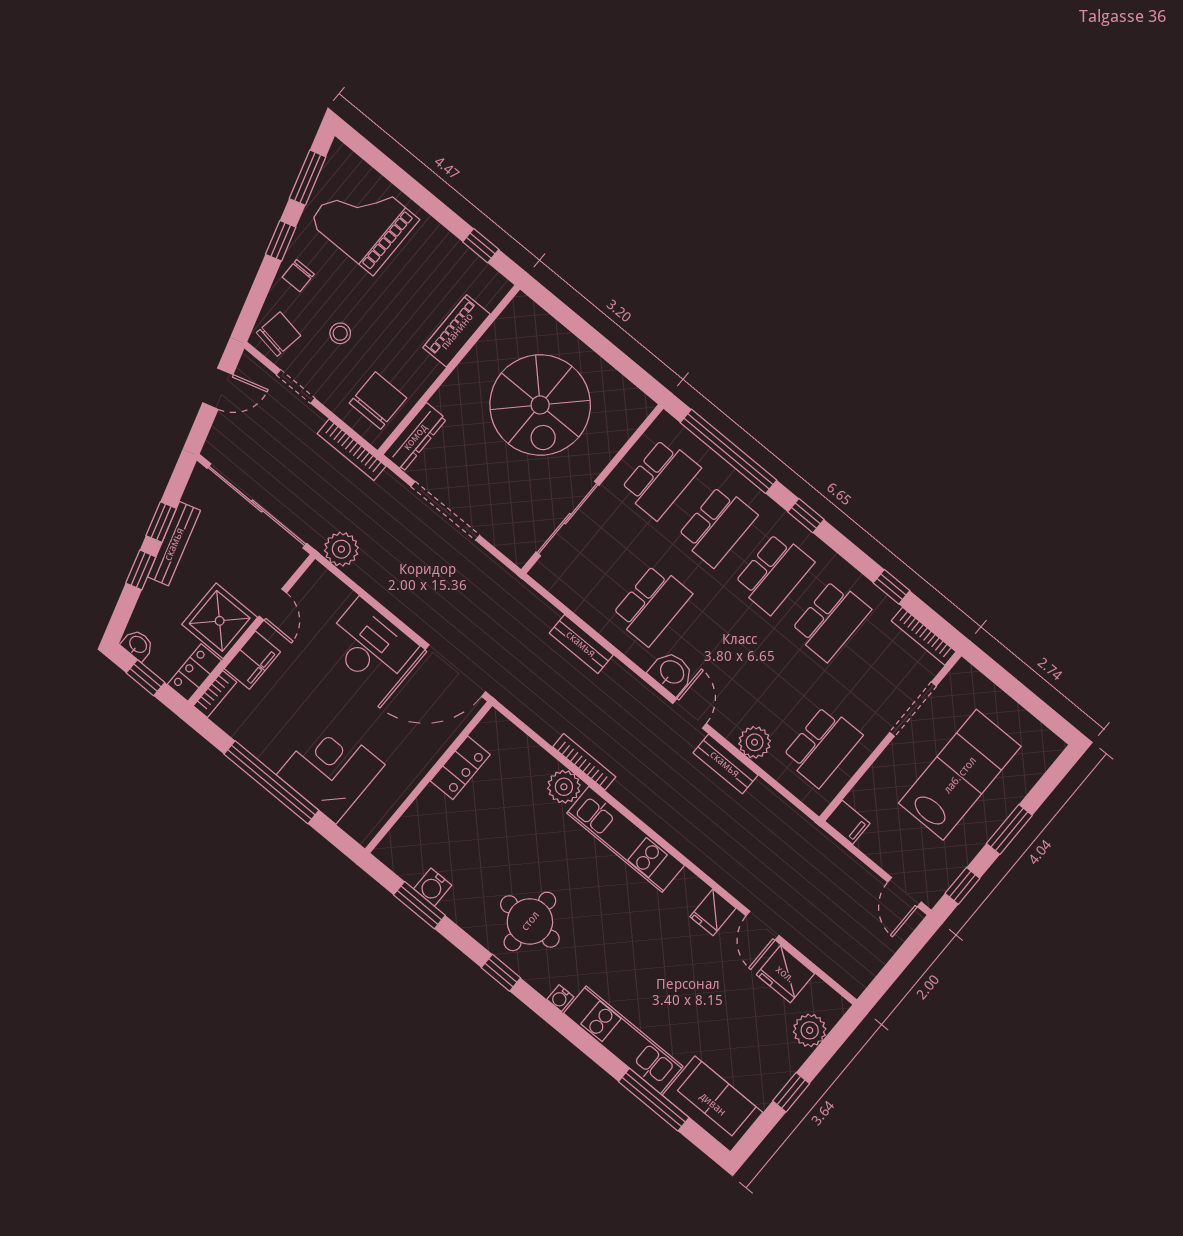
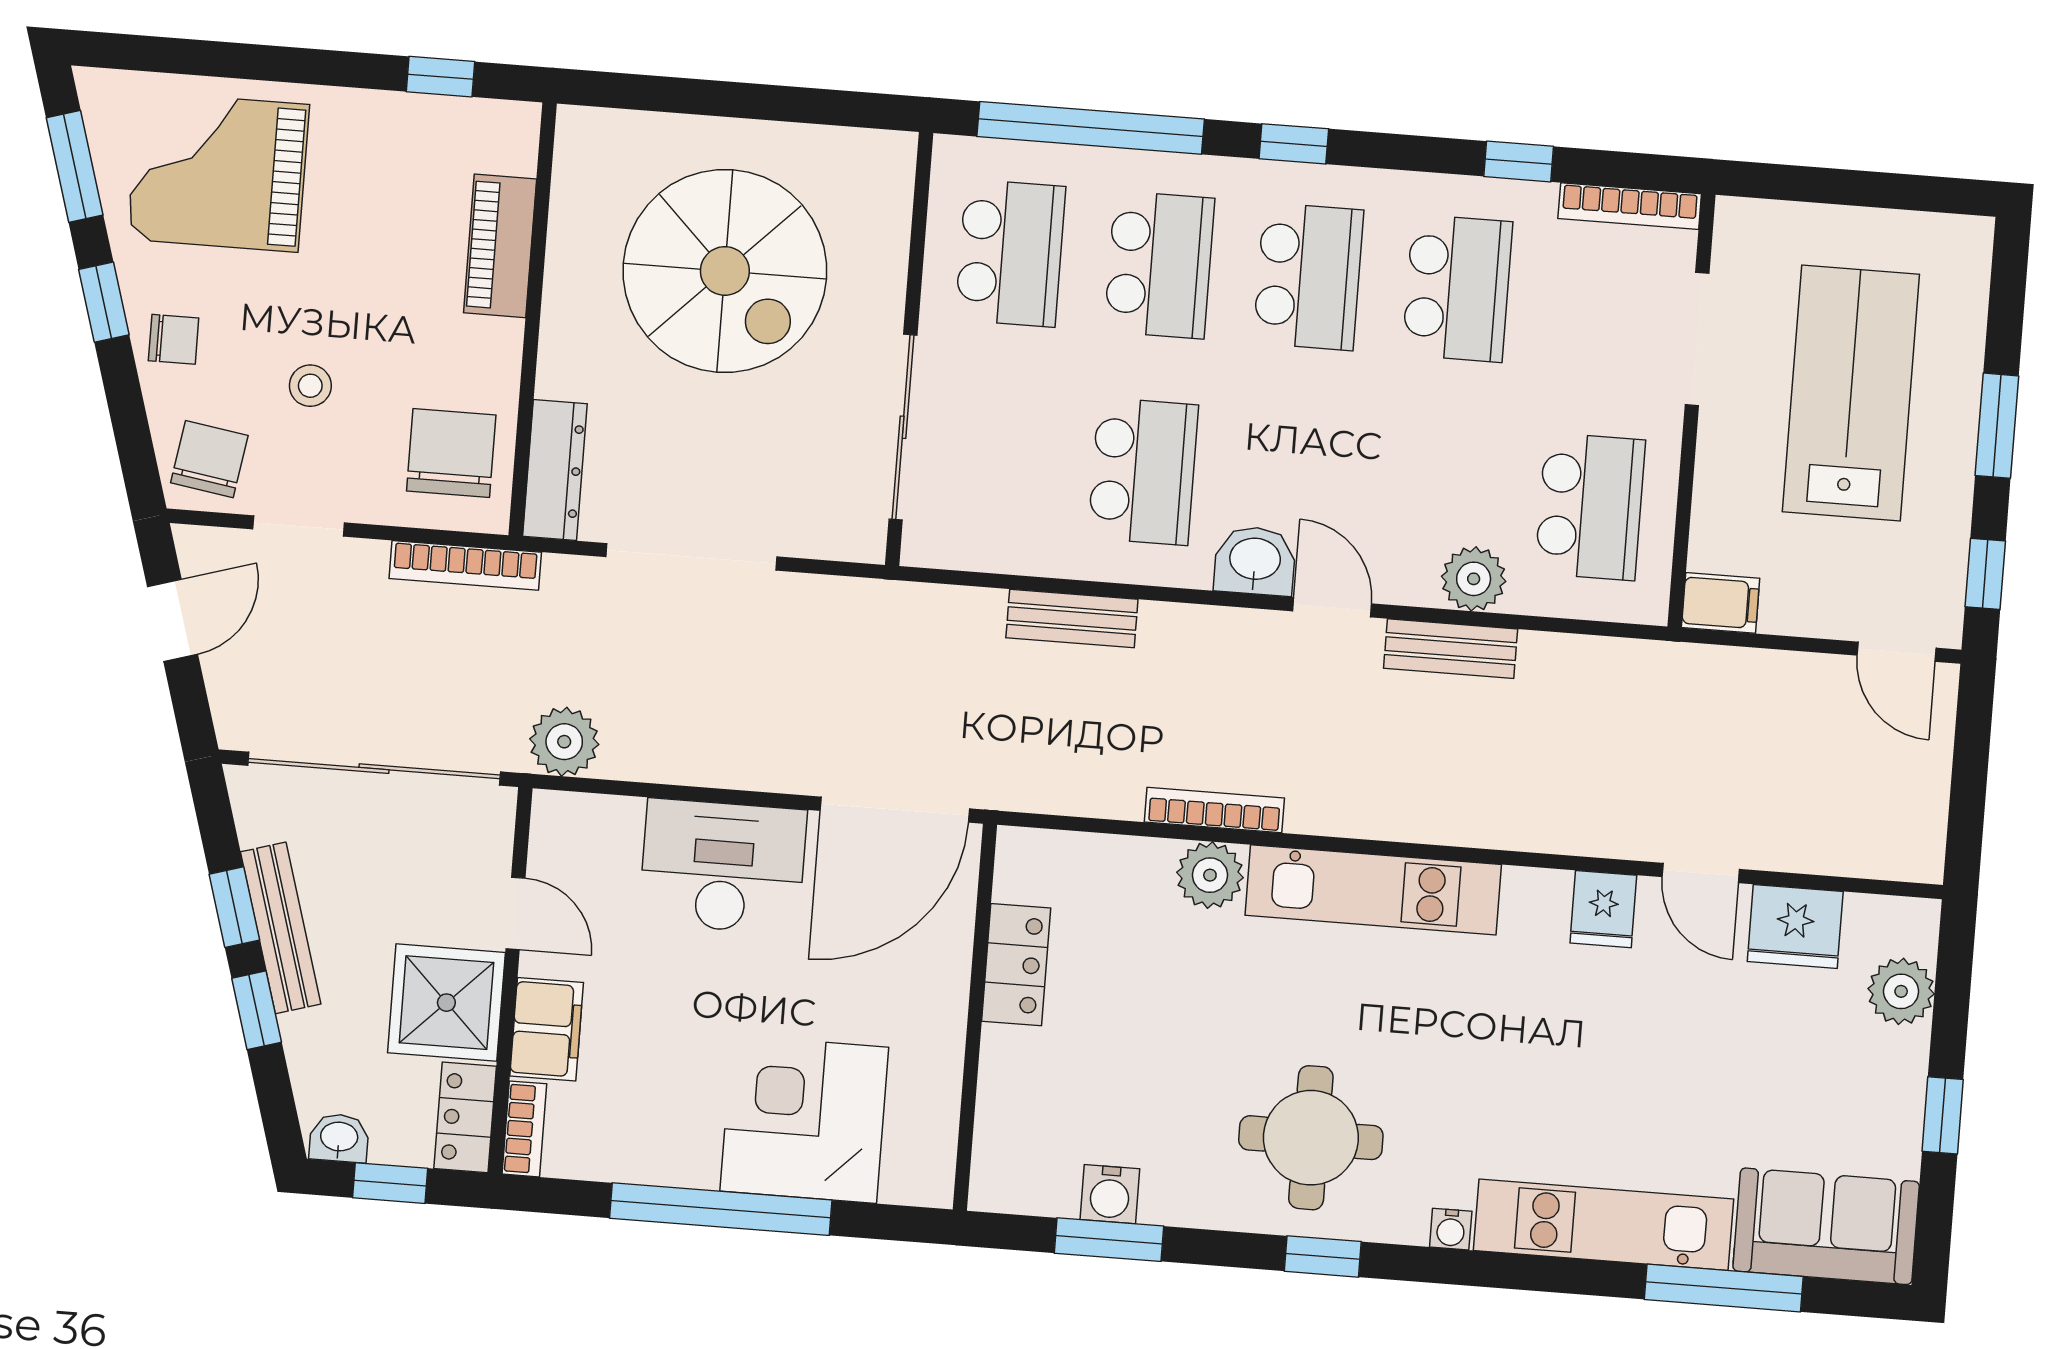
chair: (298, 276) -> (174, 339), turned -90

